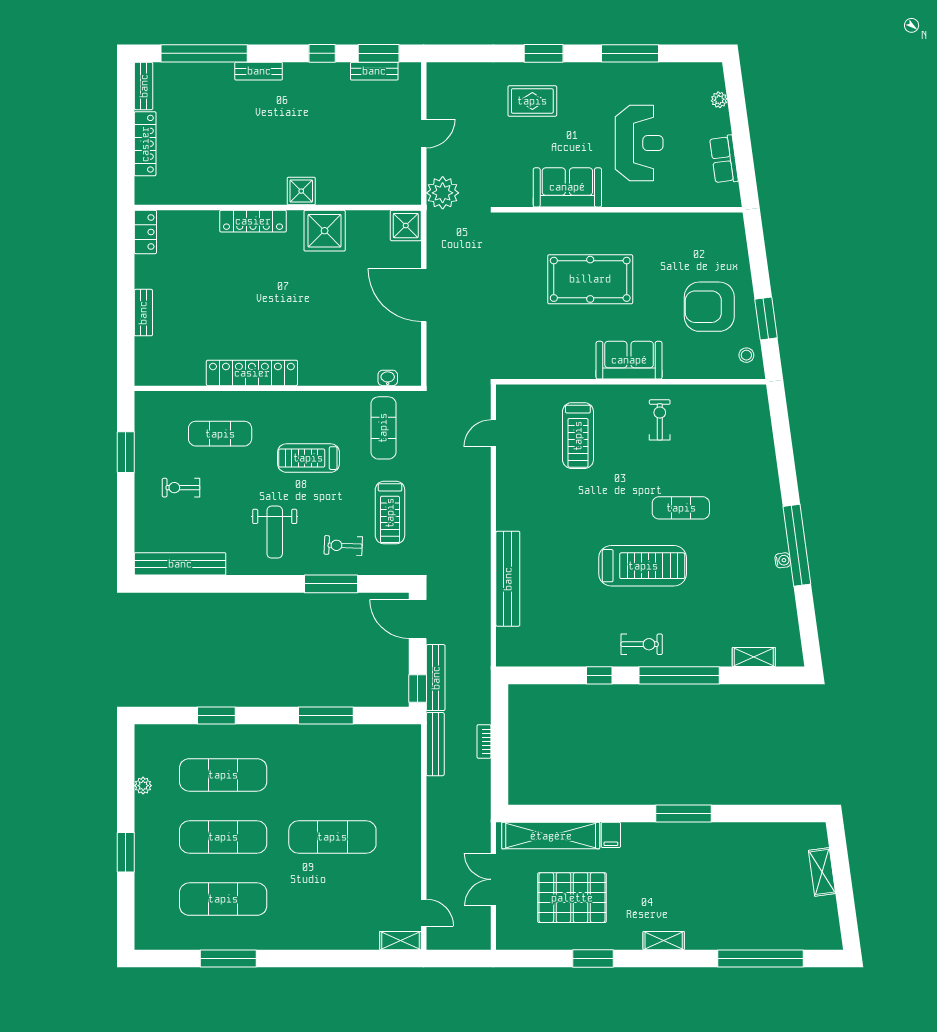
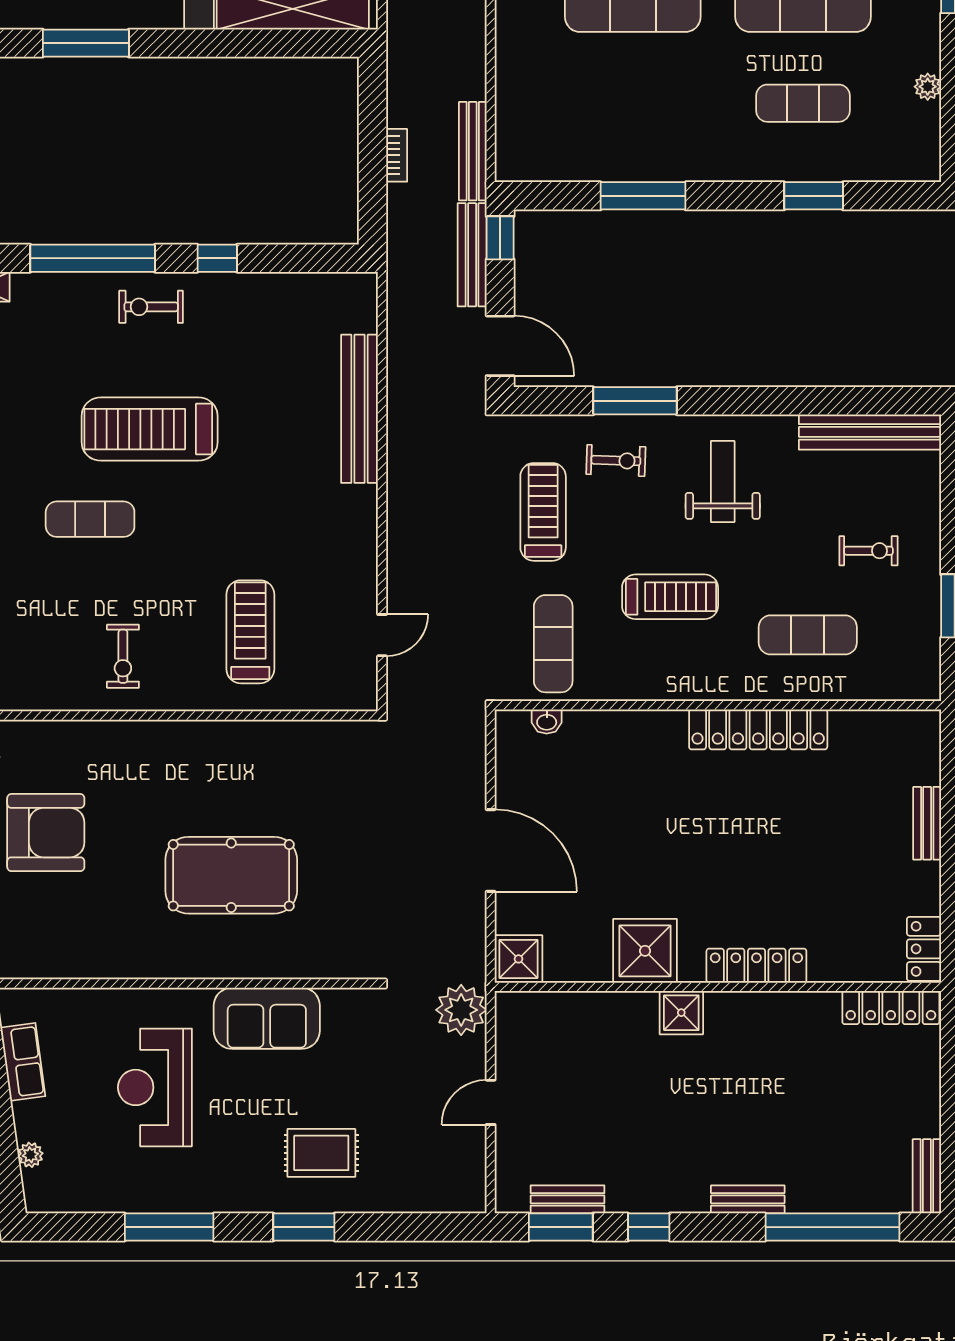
locker: (145, 144) -> (891, 1008), moved, turned -90
sofa: (629, 360) -> (171, 749), removed
exercise mat: (223, 775) -> (803, 103), width x0.73, depth x0.69

